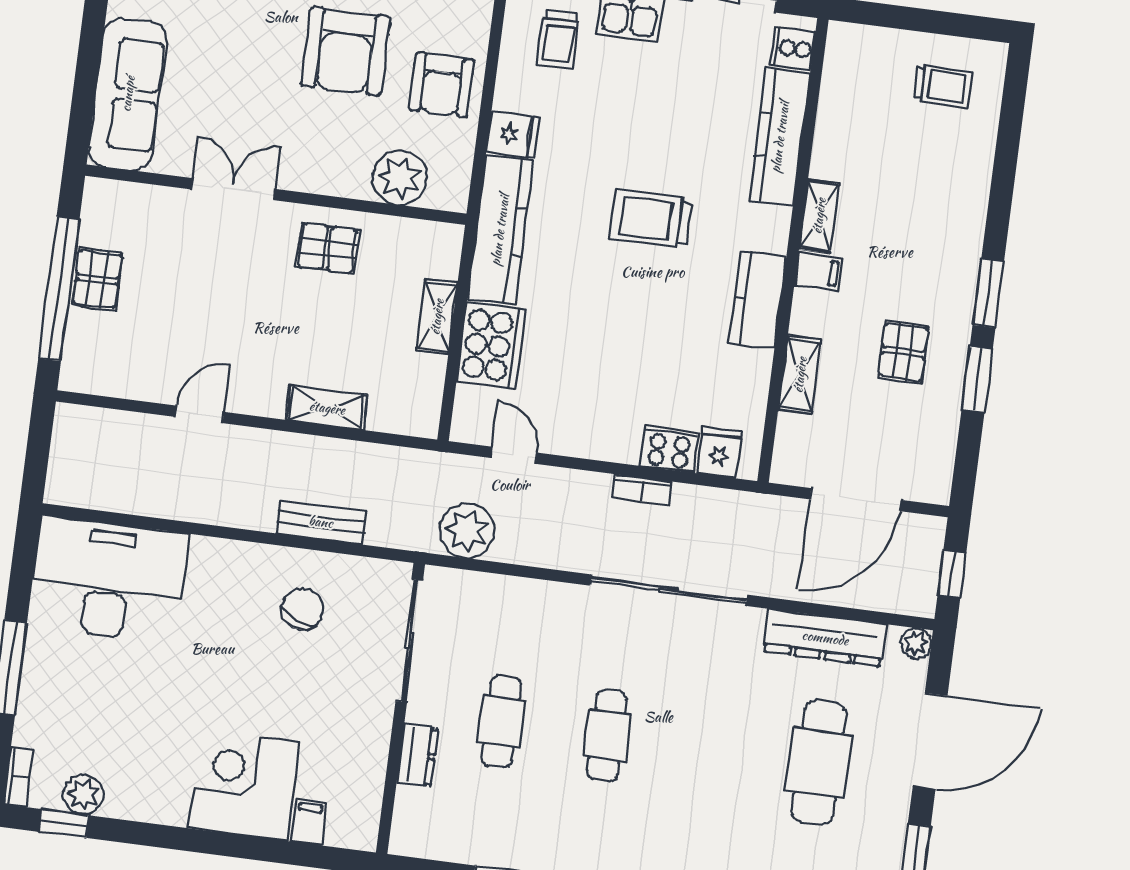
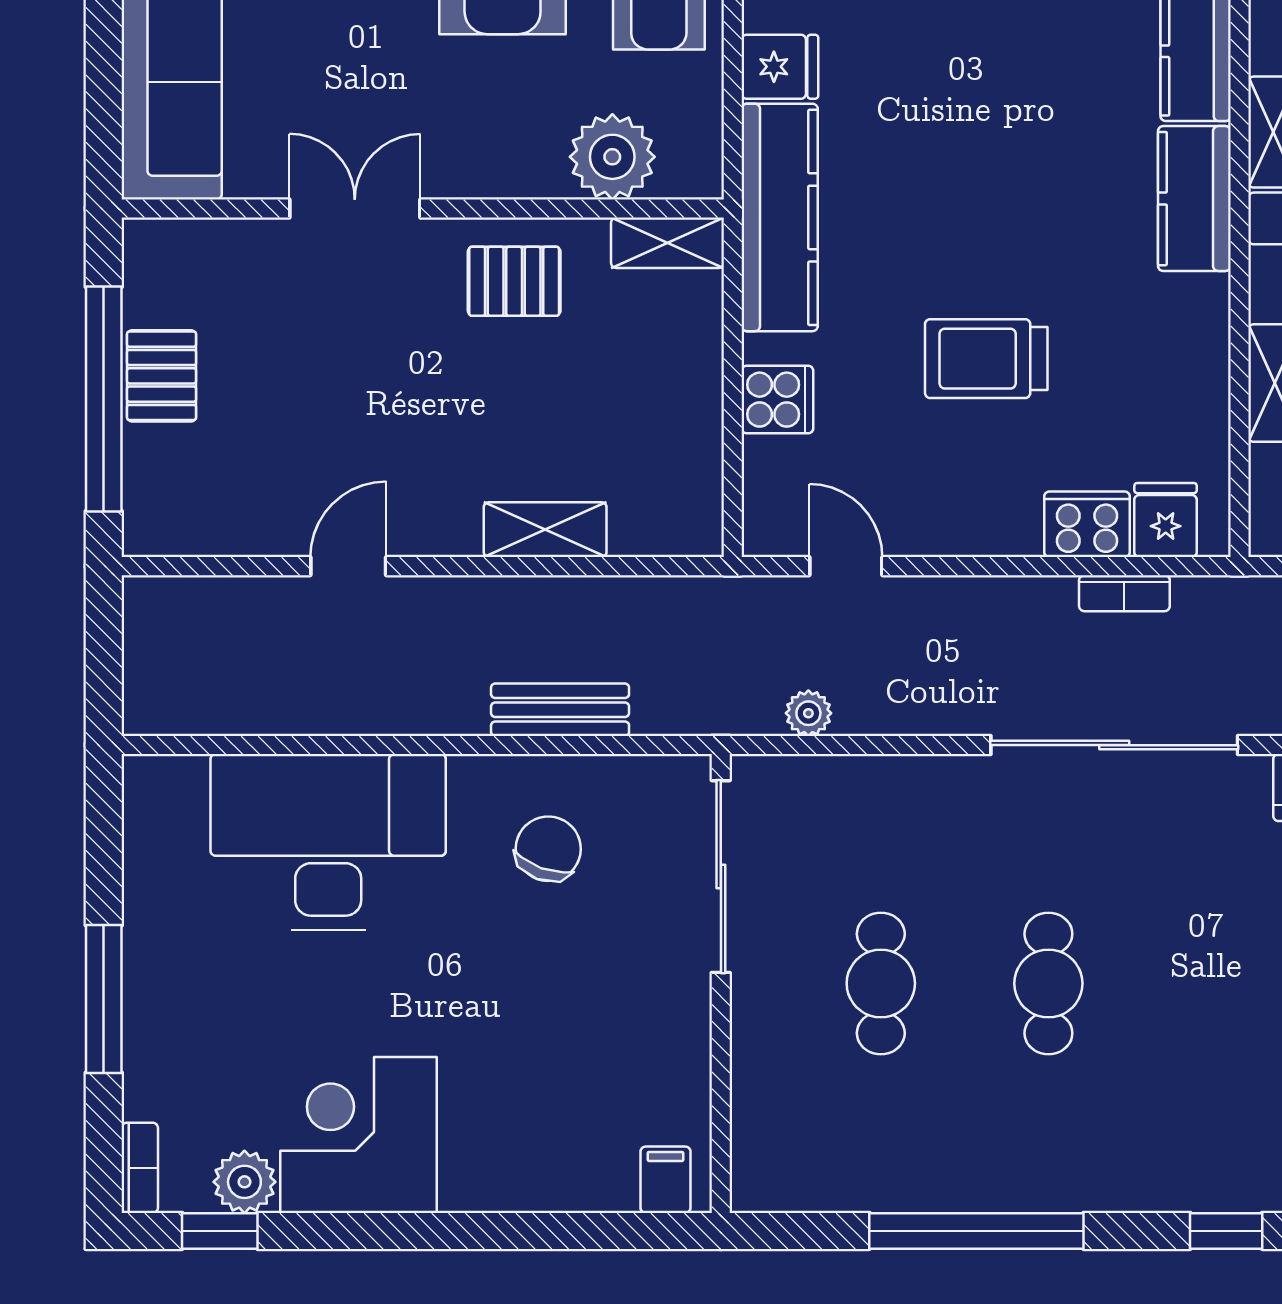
trolley: (651, 219) -> (986, 359), moved
kitchen counter: (757, 300) -> (1194, 199), moved
shelving: (437, 317) -> (667, 243), moved, turned 90
cooker: (491, 345) -> (777, 400), width x0.53, depth x0.76
bookcase: (642, 489) -> (1124, 593), moved
plant: (467, 531) -> (808, 713), width x0.53, depth x0.53
desk: (108, 580) -> (328, 842), moved
dresser: (417, 755) -> (757, 1053), removed
corner desk: (244, 785) -> (359, 1135), moved
filing cabinet: (309, 823) -> (666, 1180), moved

